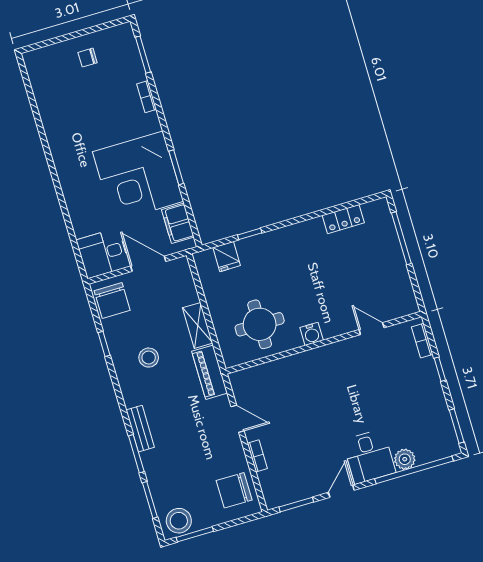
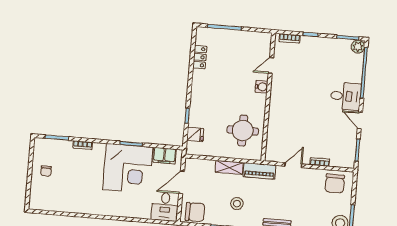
water cooler: (312, 334) -> (262, 87), moved
plant: (405, 459) -> (358, 47), moved

